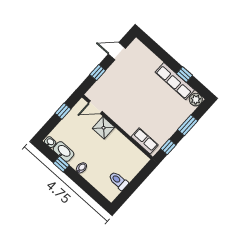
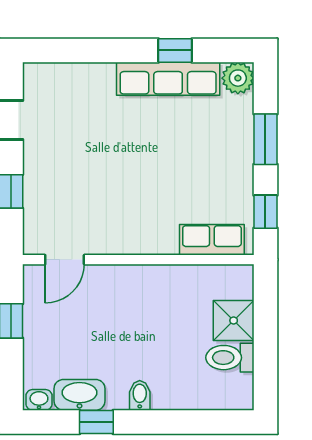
shower: (104, 128) -> (234, 321), moved

